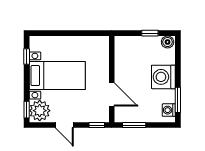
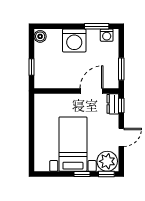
window: (150, 33) -> (32, 67), moved
window: (27, 56) -> (82, 174), moved
dresser: (98, 116) -> (113, 104), added

